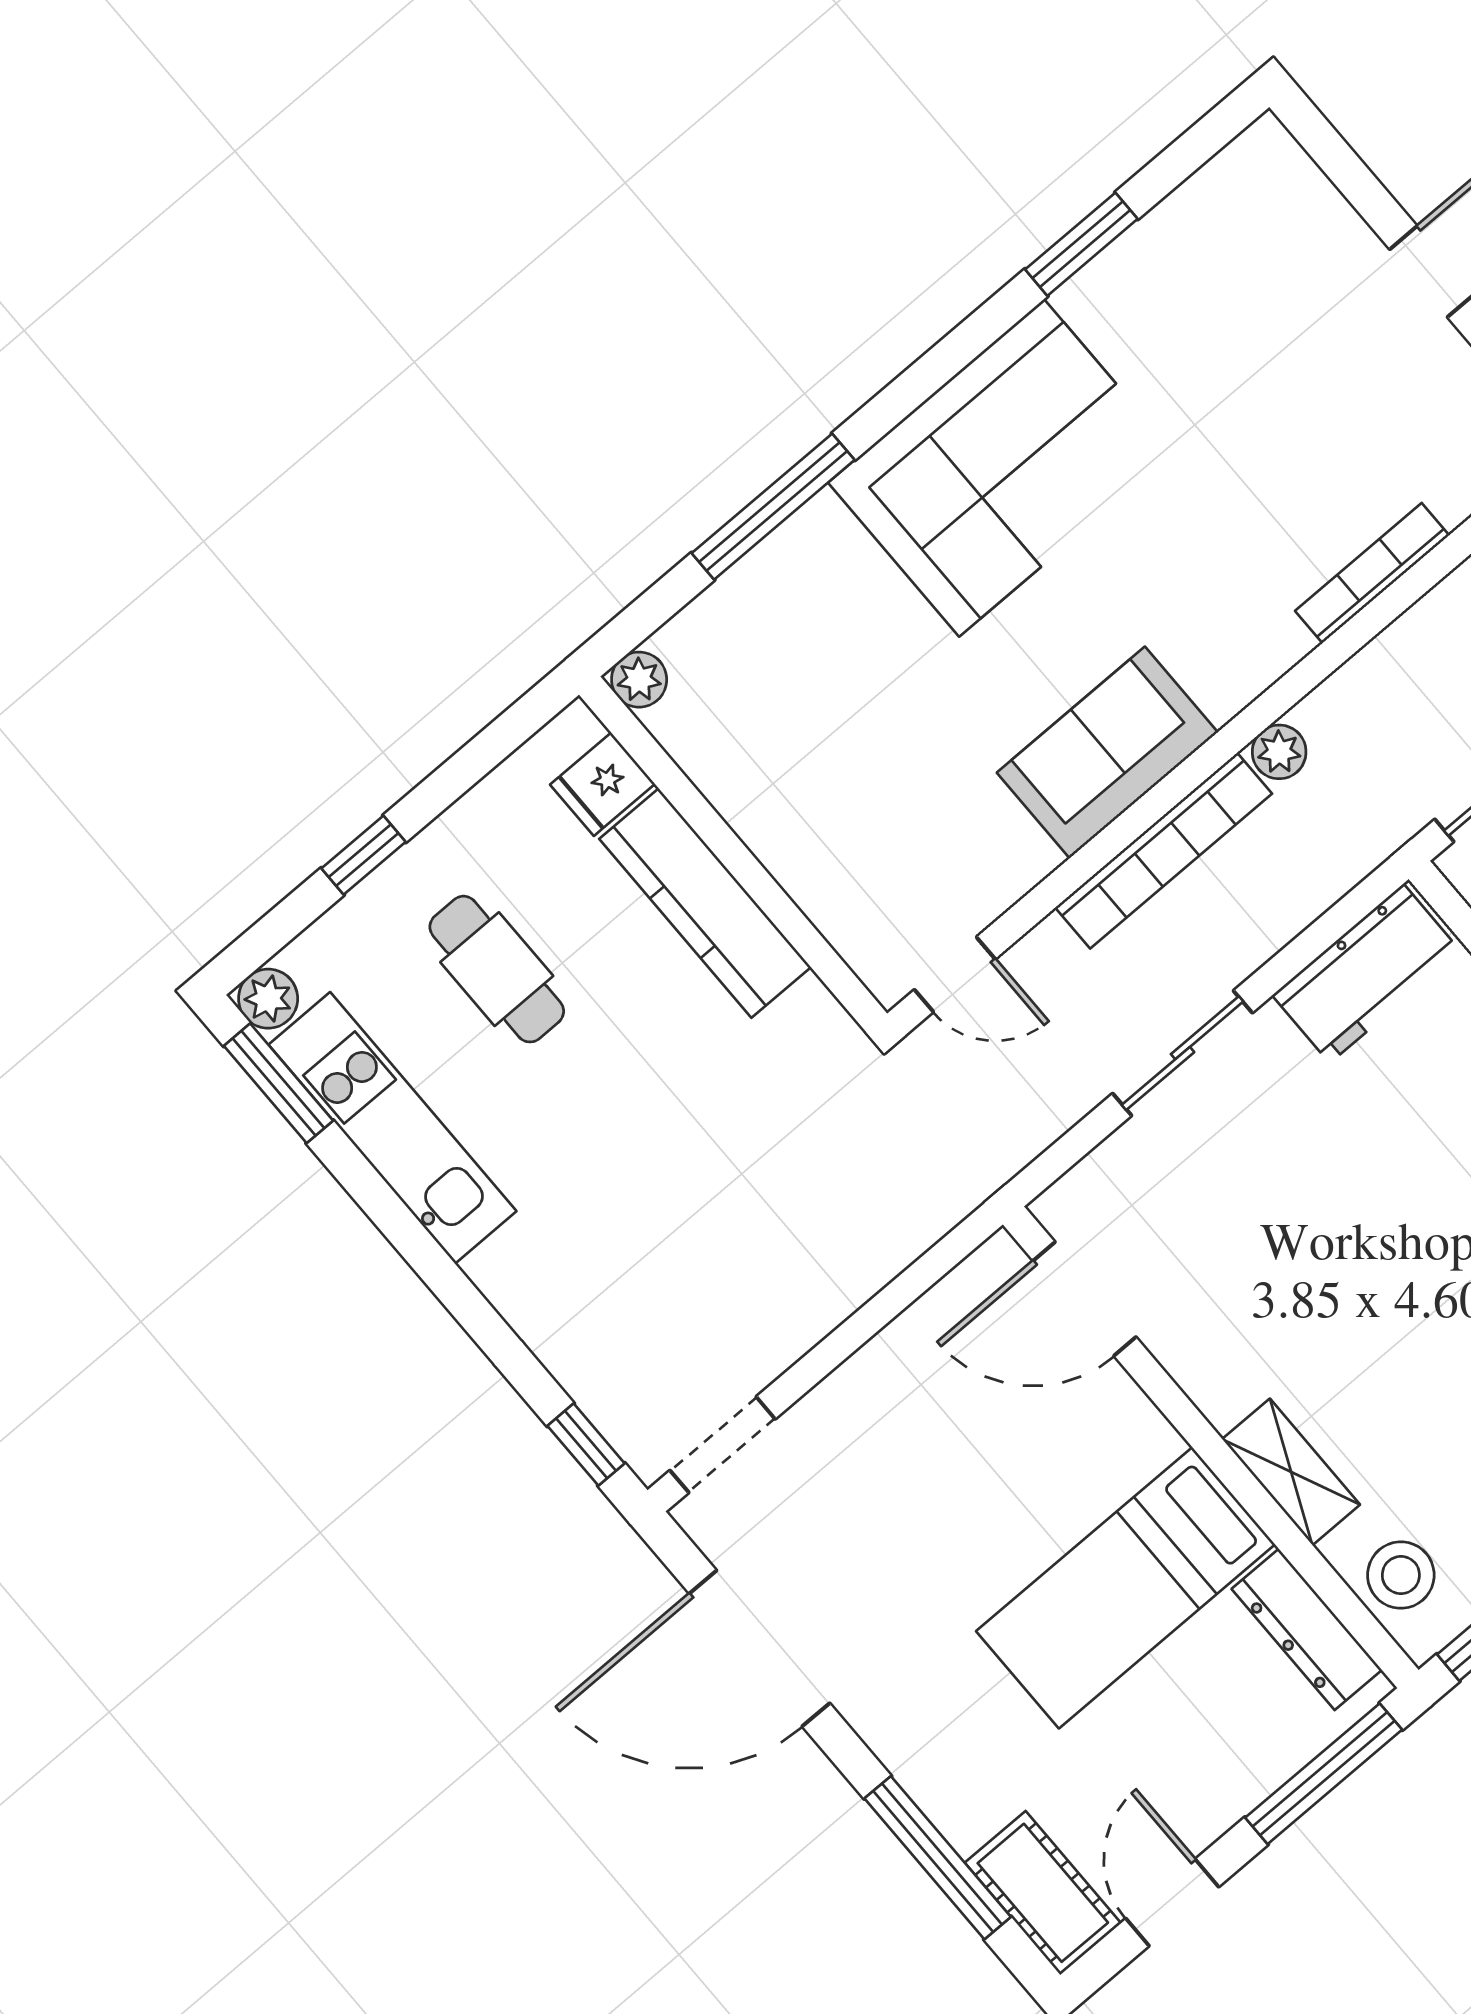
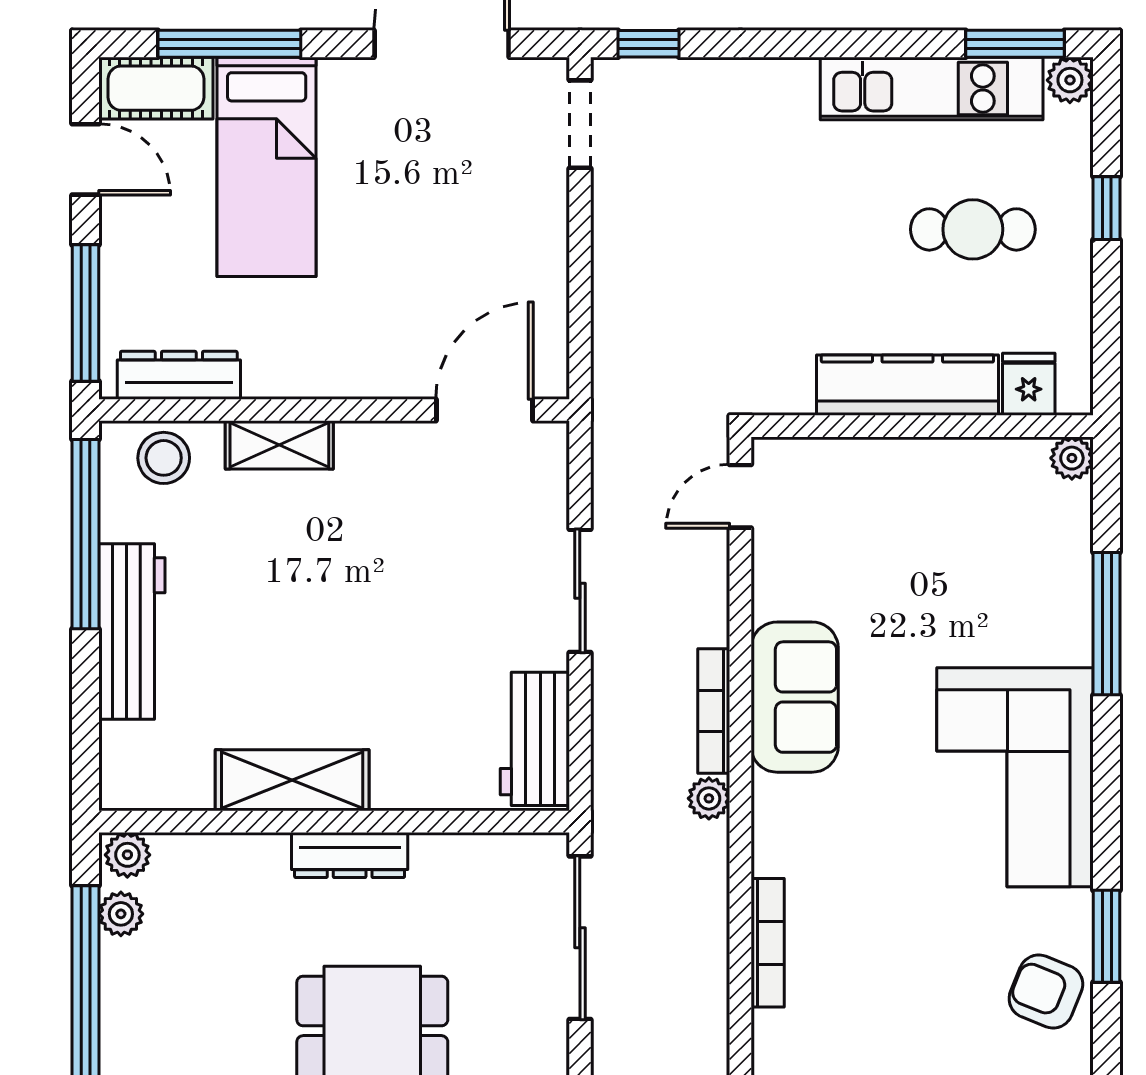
armchair: (1187, 258) -> (1046, 992), added
bookcase: (1164, 851) -> (714, 711), width x0.68, depth x0.76
bed: (1126, 1588) -> (267, 167), moved, turned 180

